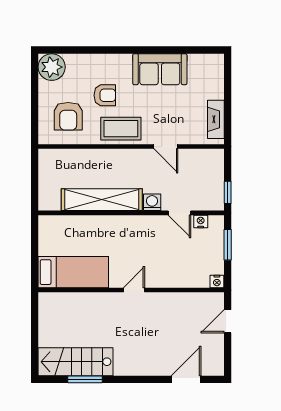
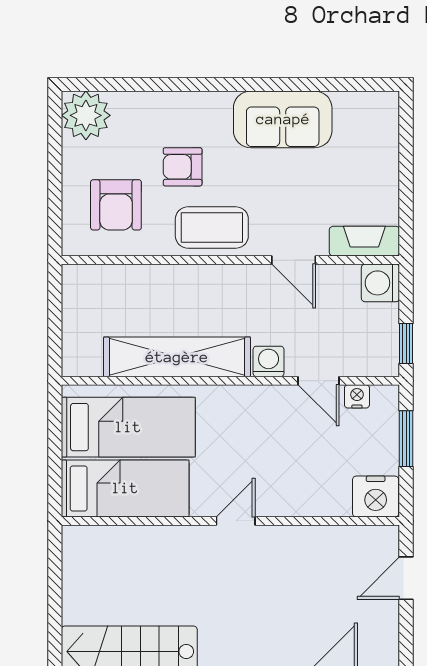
armchair: (105, 95) -> (183, 167), turned 180
fireplace: (216, 119) -> (364, 241), moved, turned 90
washing machine: (214, 159) -> (380, 283), added
bed: (75, 238) -> (128, 427), added
nightstand: (217, 282) -> (376, 497), width x1.89, depth x1.79

